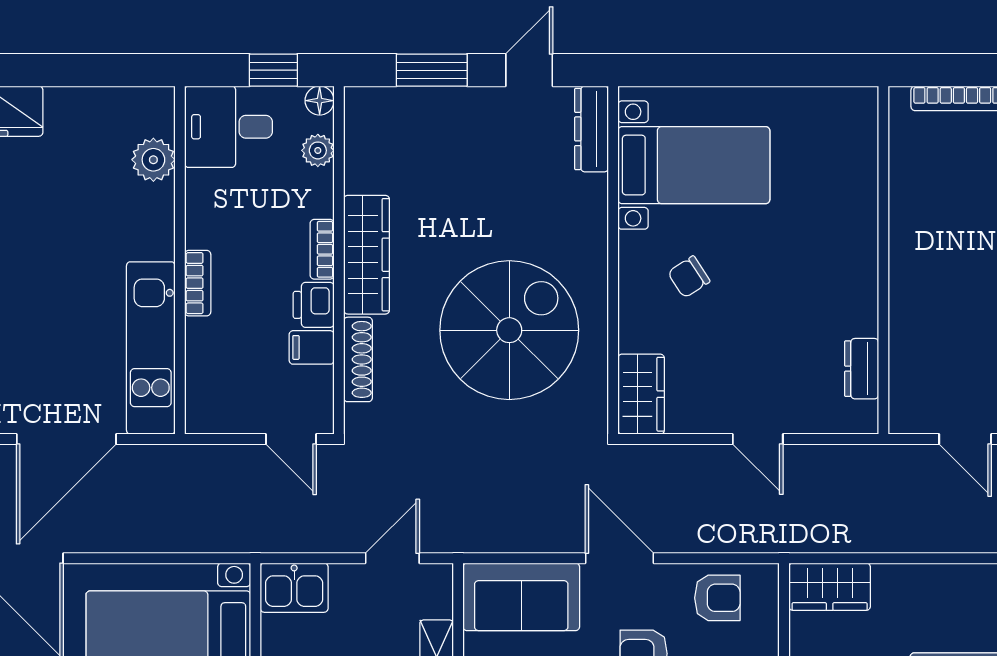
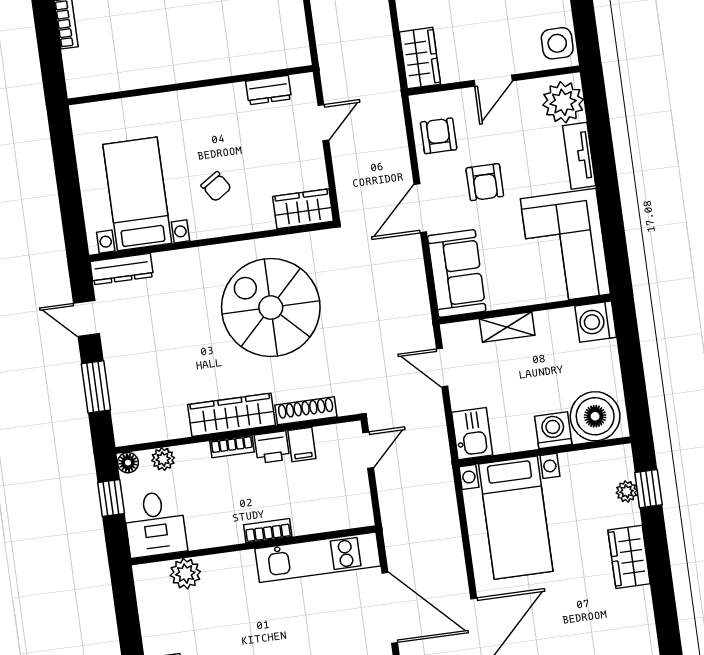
wall: (883, 260) -> (190, 85), moved
dresser: (862, 369) -> (269, 90), moved

